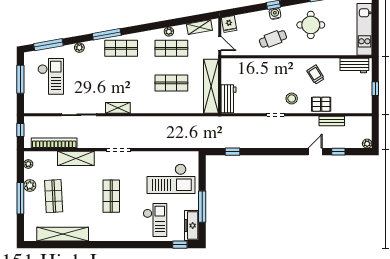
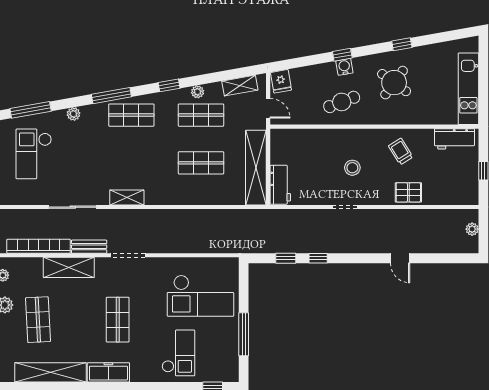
round table: (311, 25) -> (394, 83), turned 36
window: (148, 27) -> (169, 85), added
checkout: (51, 76) -> (34, 154), turned 180
stool: (292, 99) -> (352, 168), moved
bench: (332, 121) -> (89, 247), moved
plant: (367, 144) -> (472, 229), moved
door: (315, 152) -> (400, 258), swing flipped
window: (338, 152) -> (318, 258), moved
freezer: (192, 226) -> (108, 372), moved, turned 90

